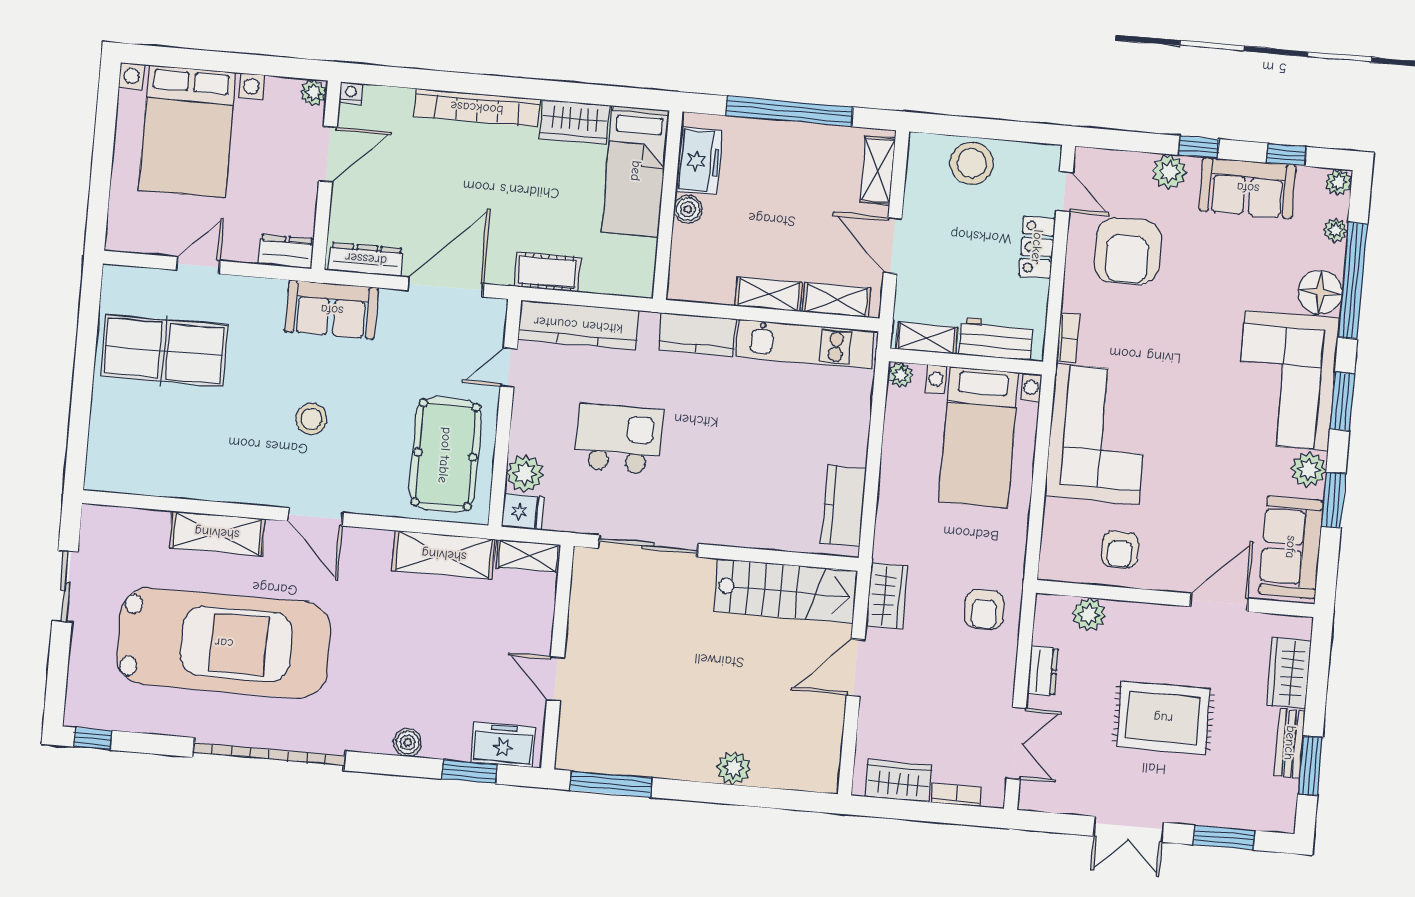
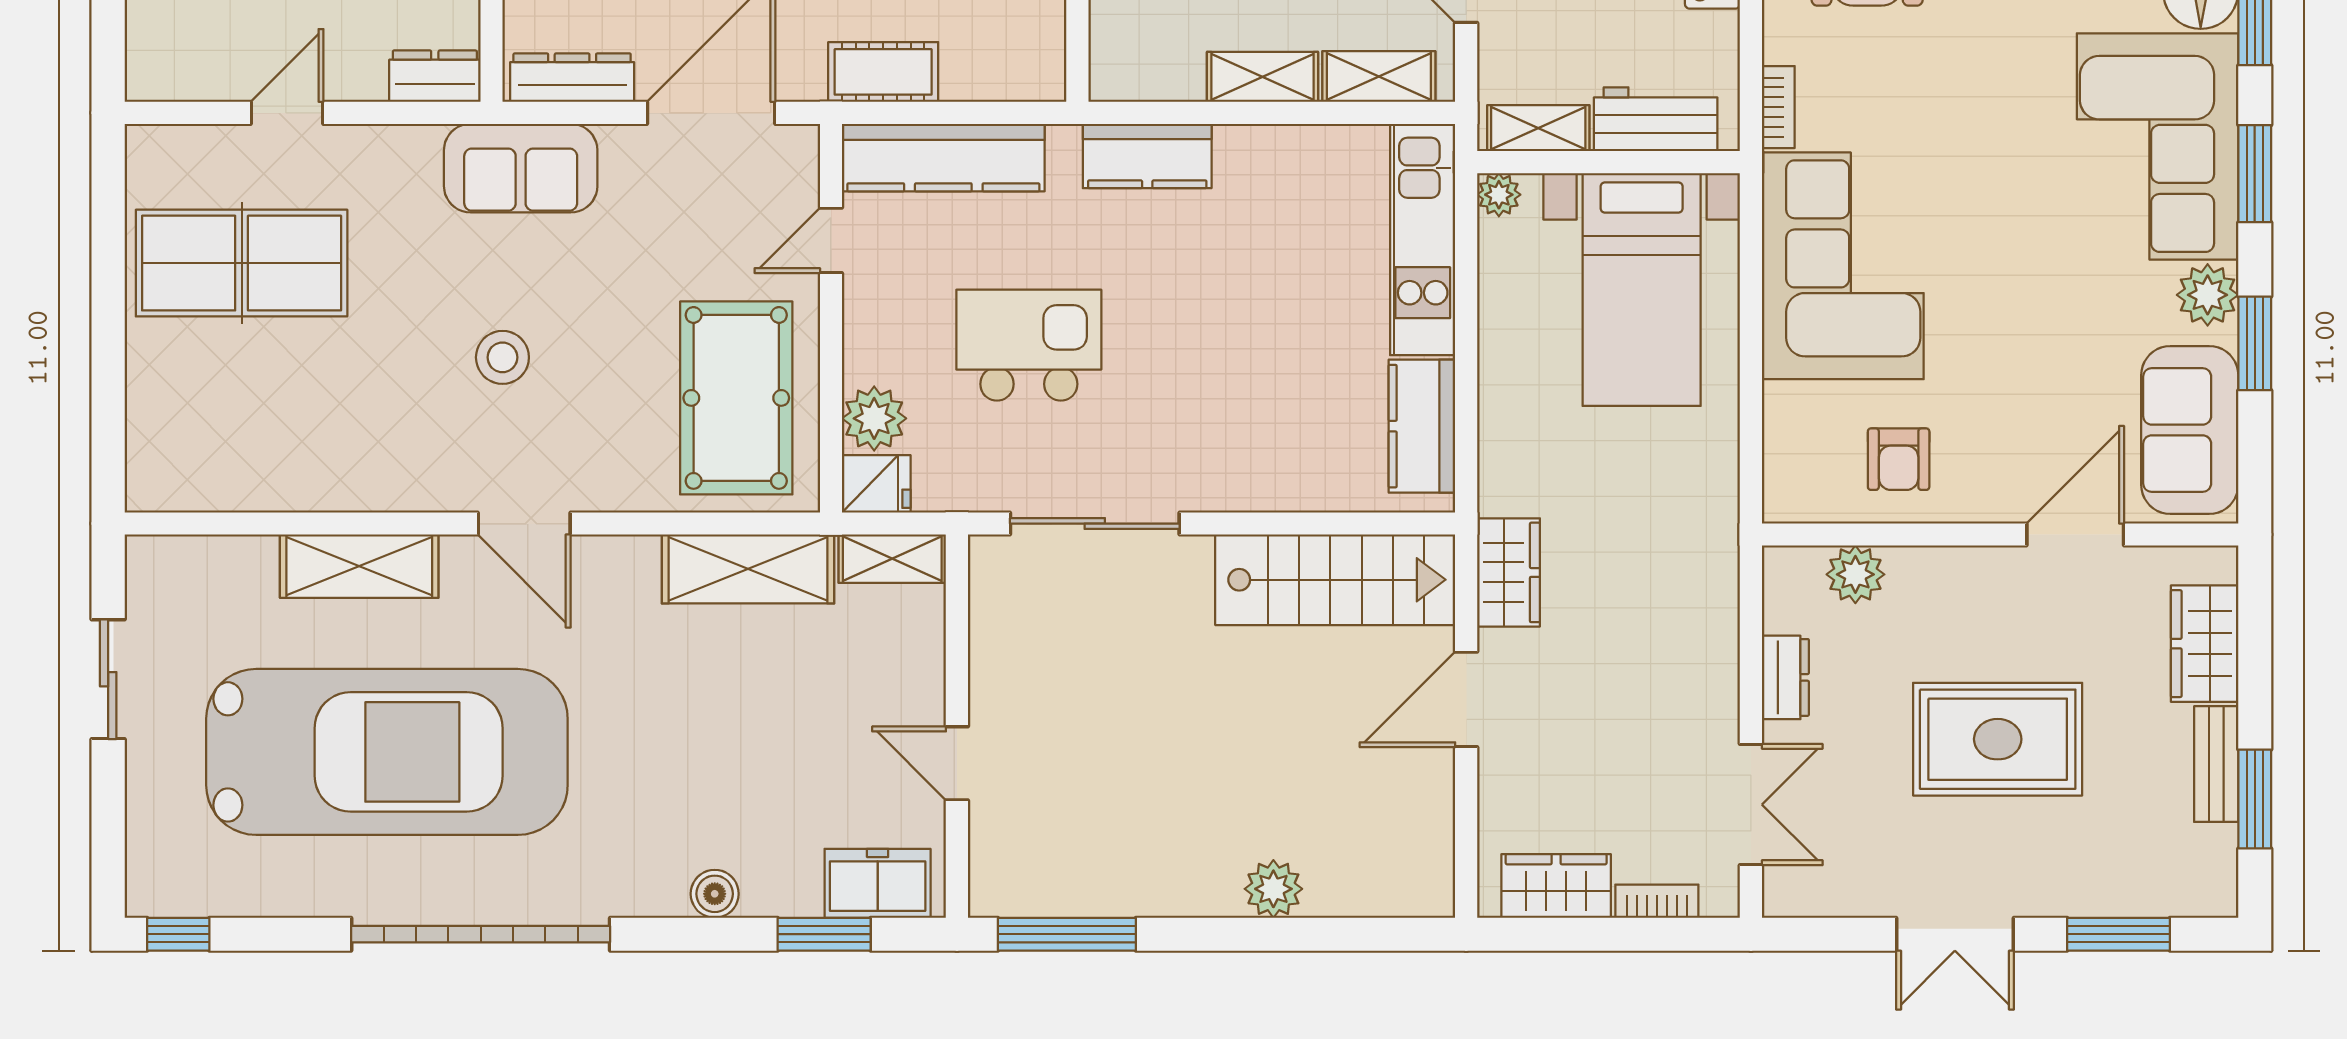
kitchen unit: (805, 344) -> (1423, 239), moved, turned 90
armchair: (984, 609) -> (1677, 581), removed

